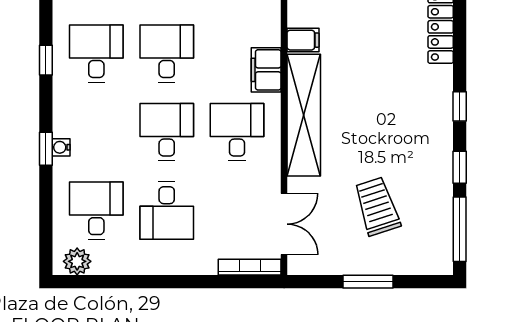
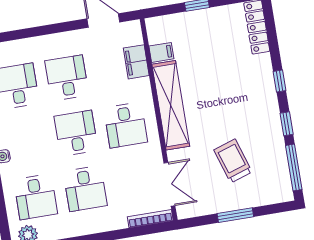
filing cabinet: (266, 70) -> (136, 62), moved
desk: (237, 132) -> (126, 125), turned 180
desk: (96, 211) -> (36, 197), turned 180

